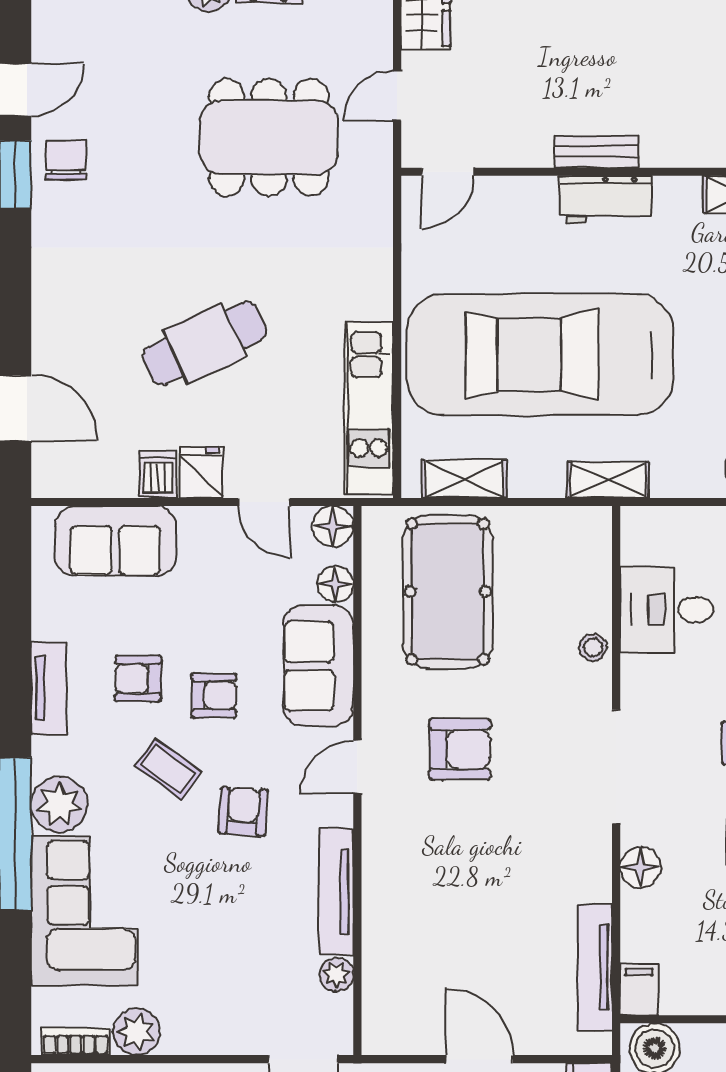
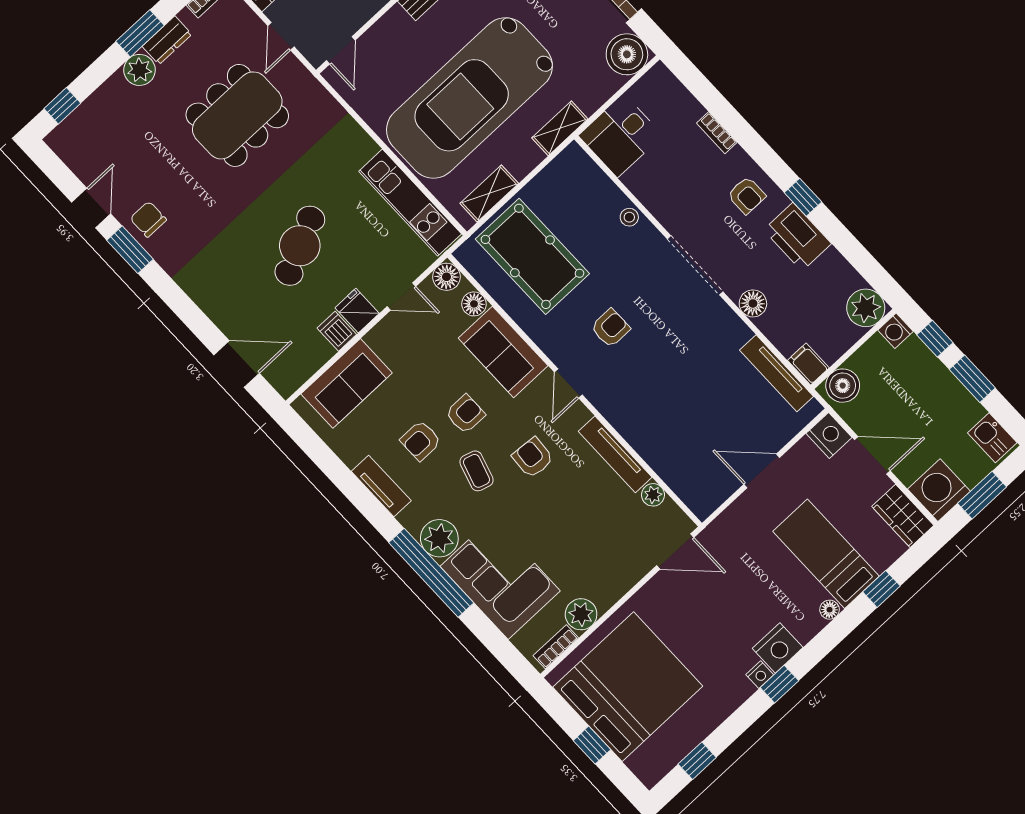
desk: (667, 610) -> (621, 135), moved
armchair: (460, 749) -> (610, 328), width x0.72, depth x0.72
coffee table: (168, 769) -> (476, 471), turned 71

